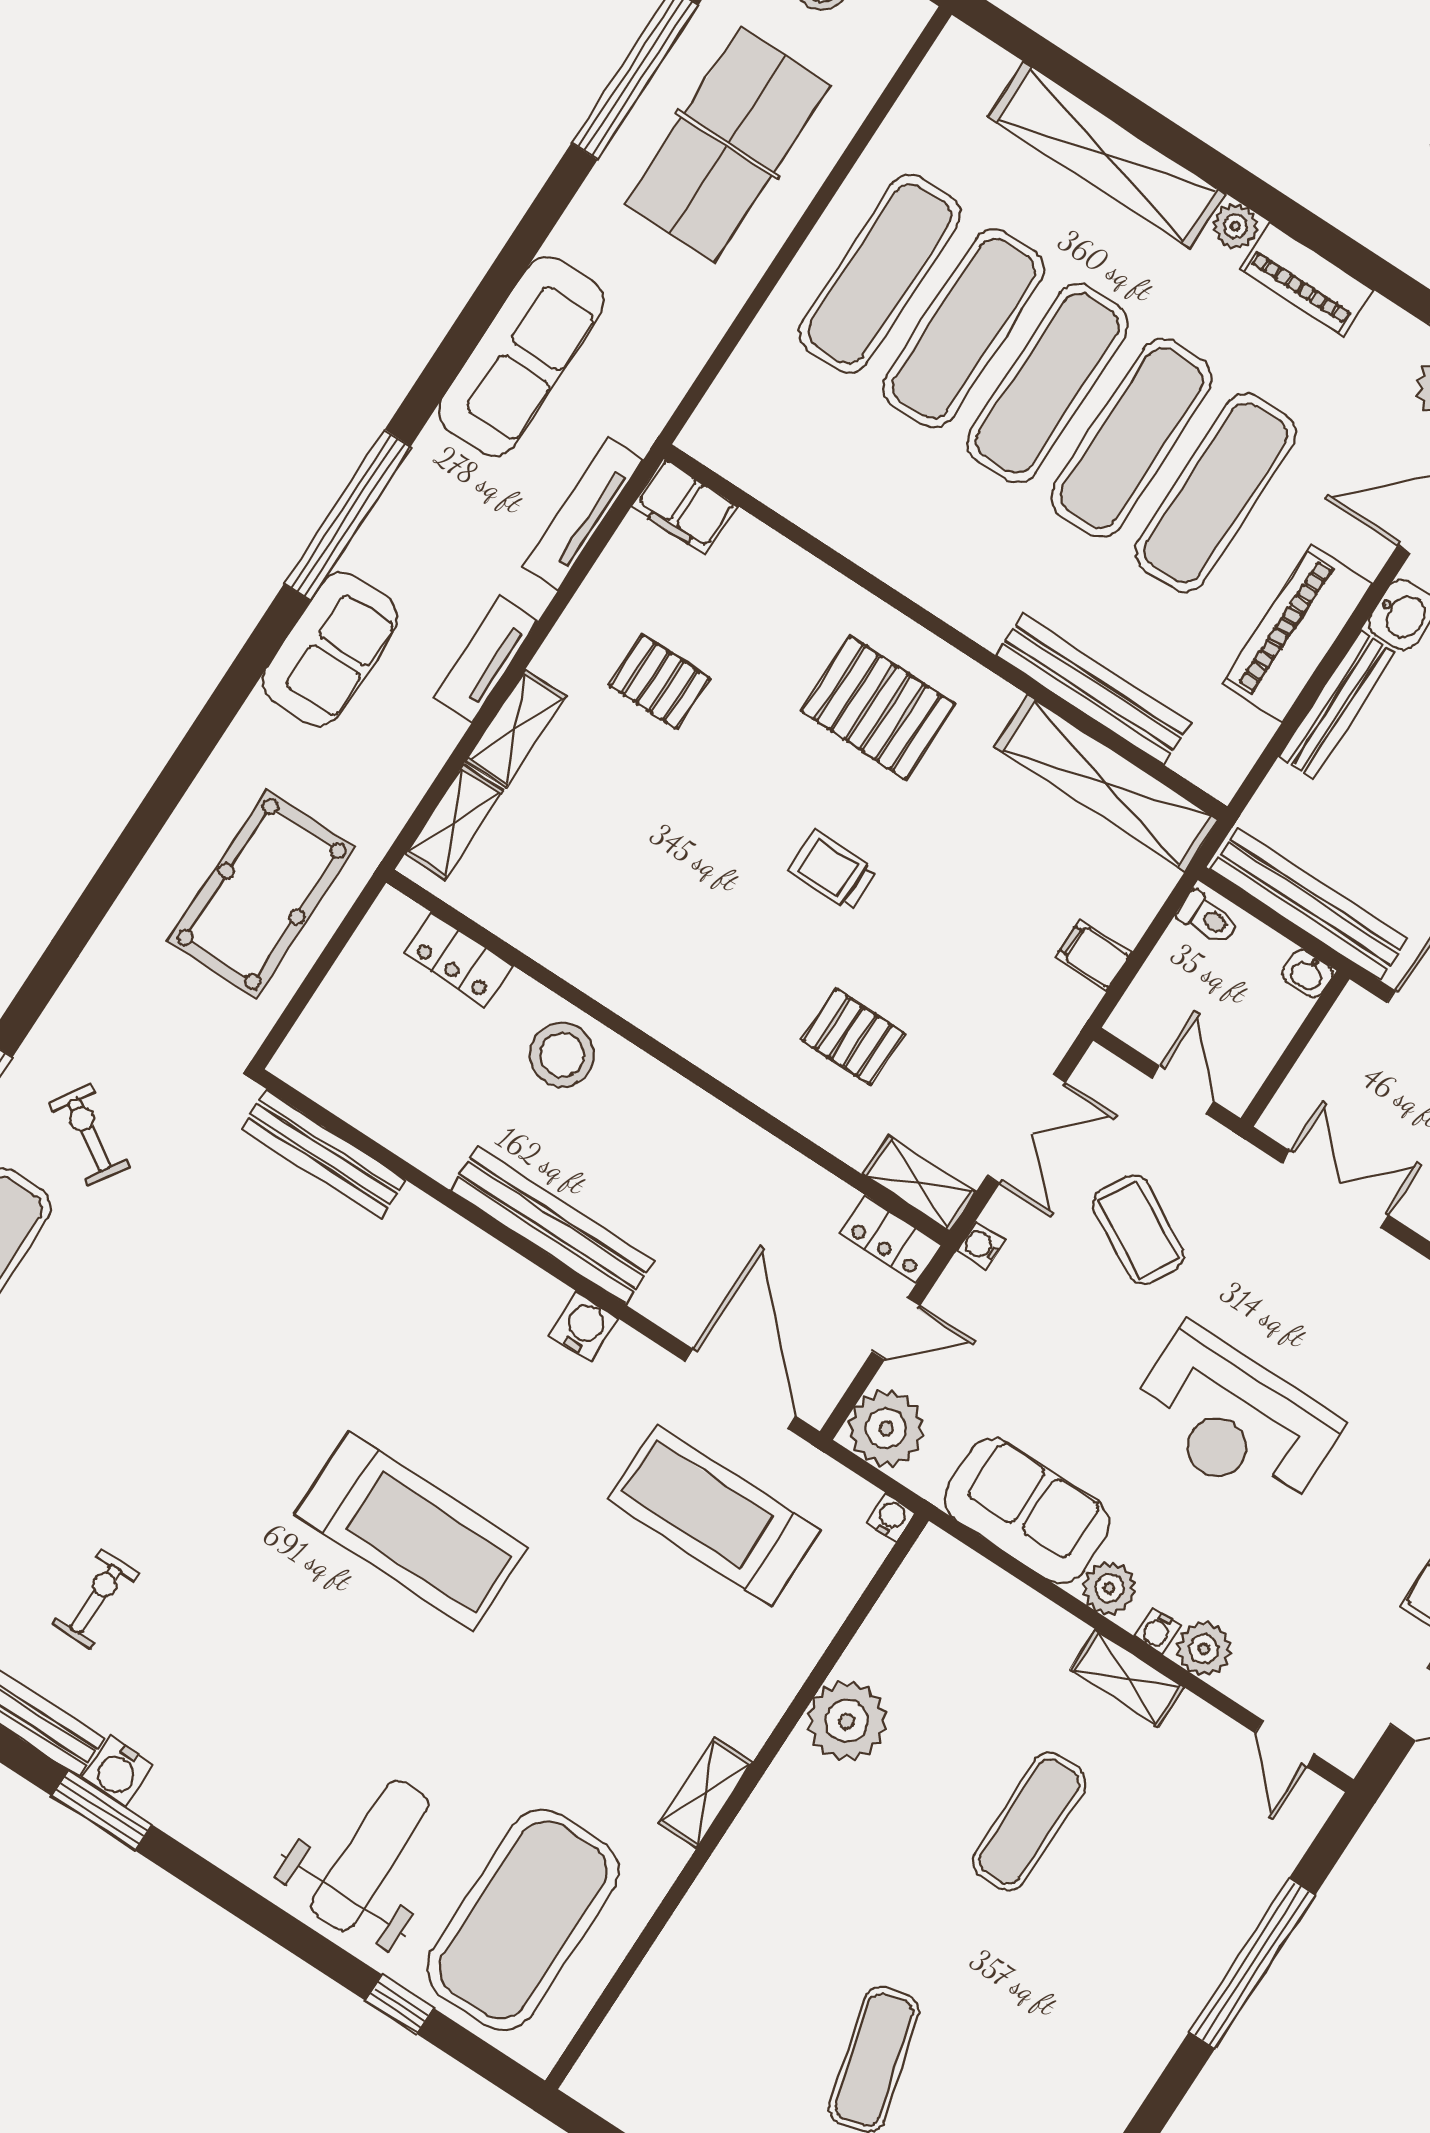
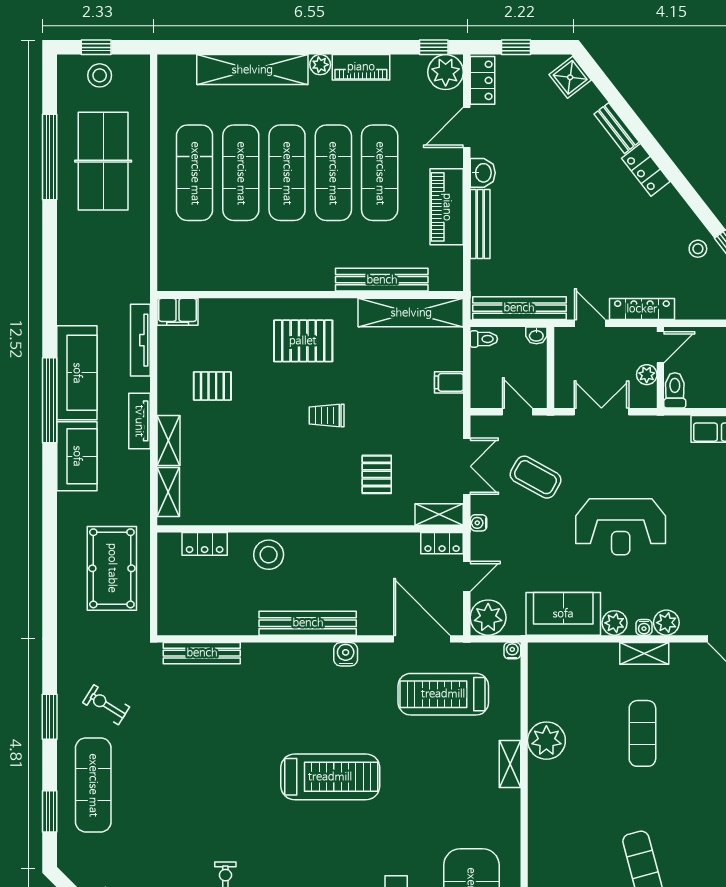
sofa: (521, 357) -> (77, 373), moved
pallet: (853, 1037) -> (377, 474), turned 90
shelving: (705, 1793) -> (510, 764), moved

